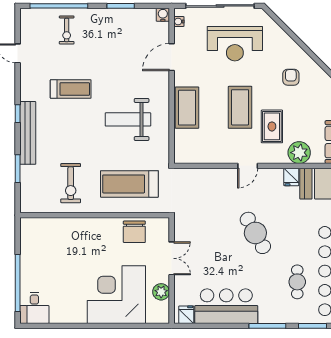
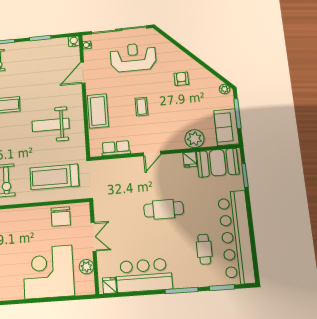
reception desk: (235, 44) -> (133, 57), turned 180
coffee table: (240, 107) -> (142, 107), width x0.54, depth x0.58
rug: (272, 126) -> (169, 120), removed
row of seats: (205, 156) -> (116, 148), added
cafe table: (255, 233) -> (164, 209), turned -61

